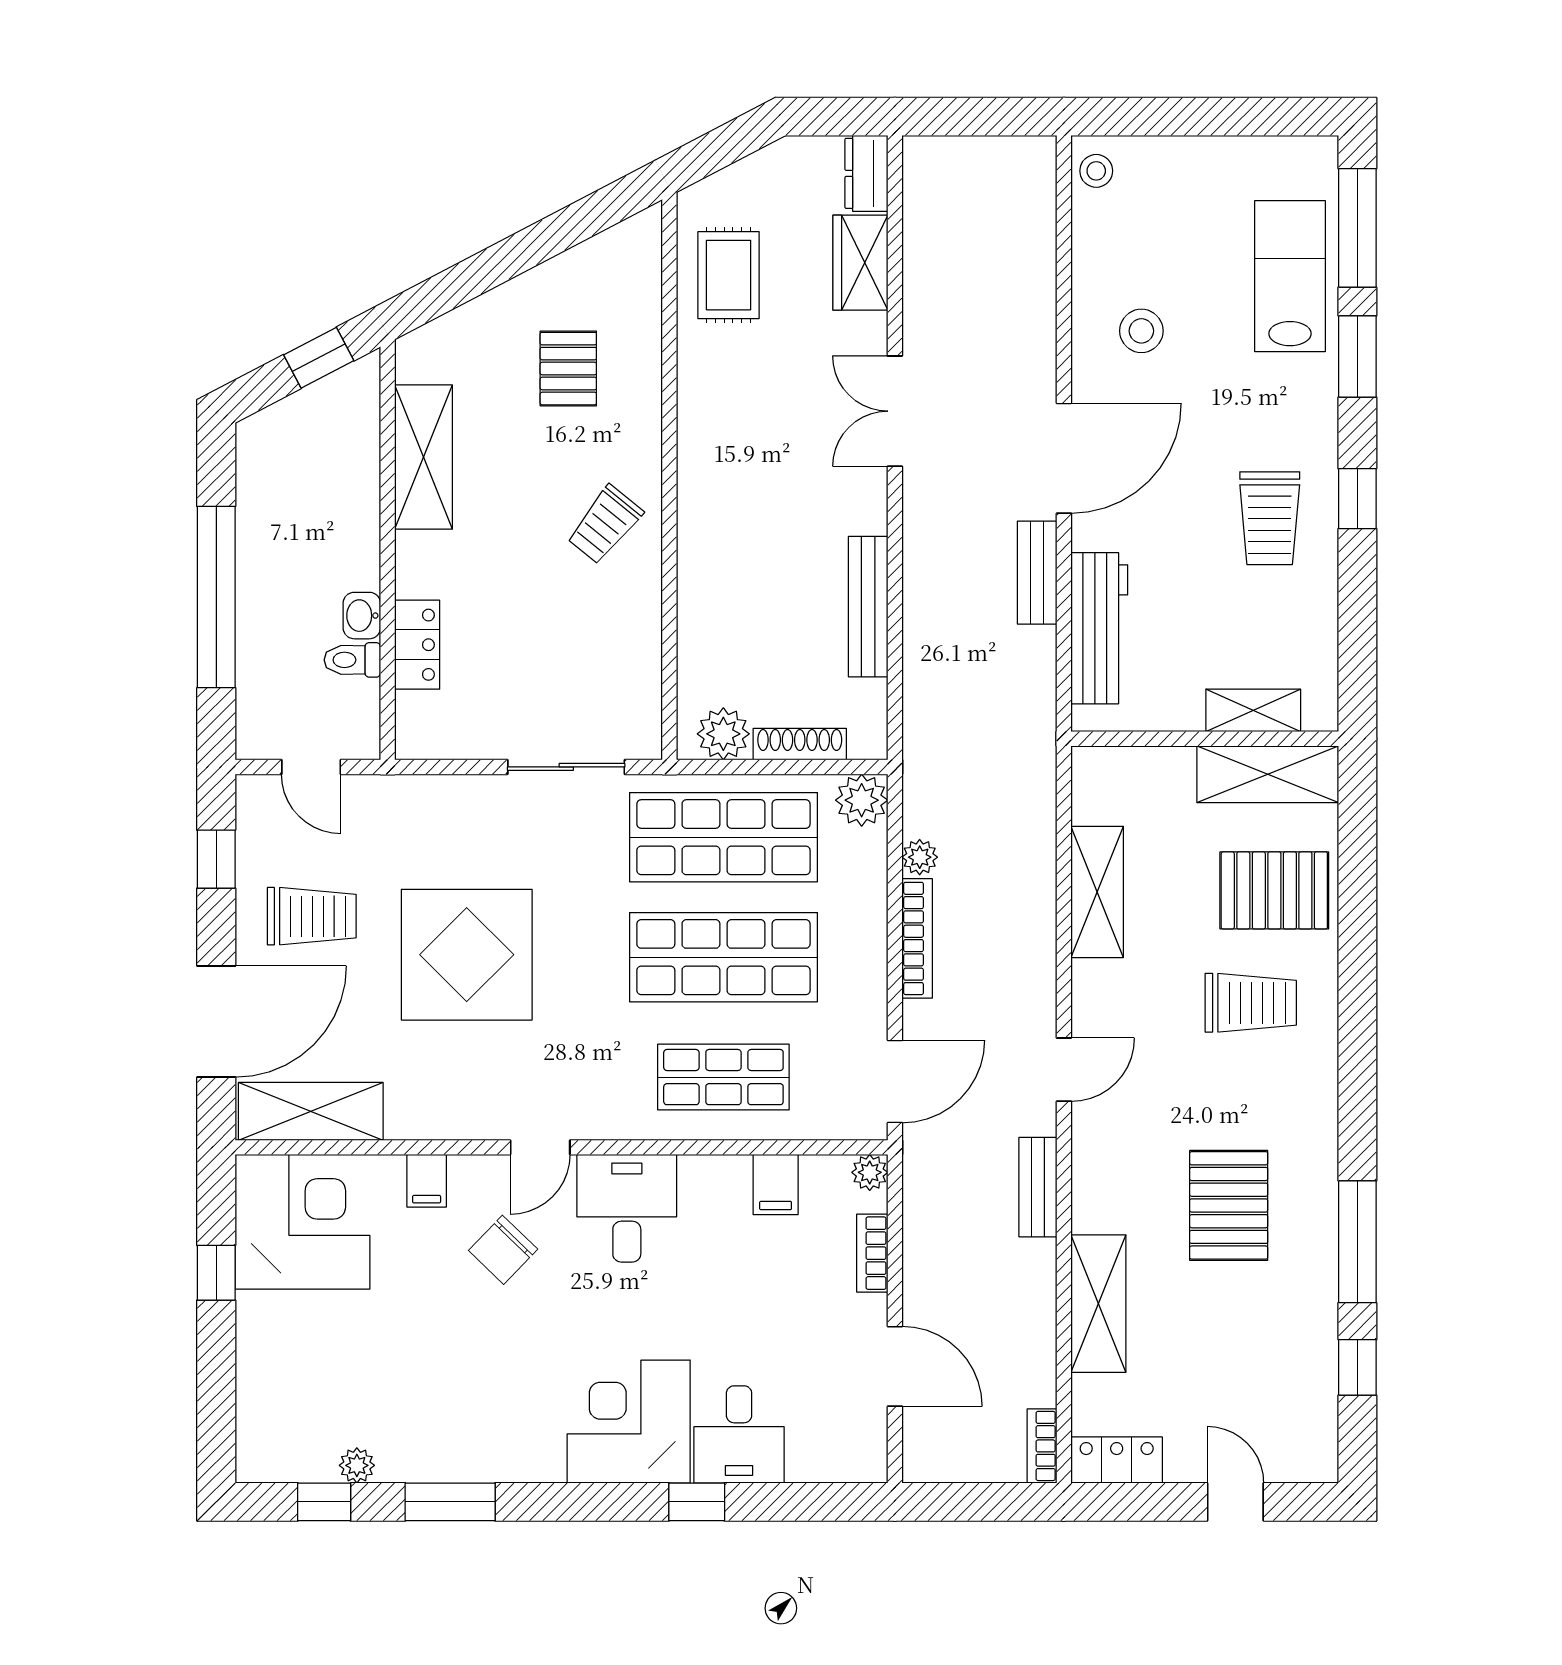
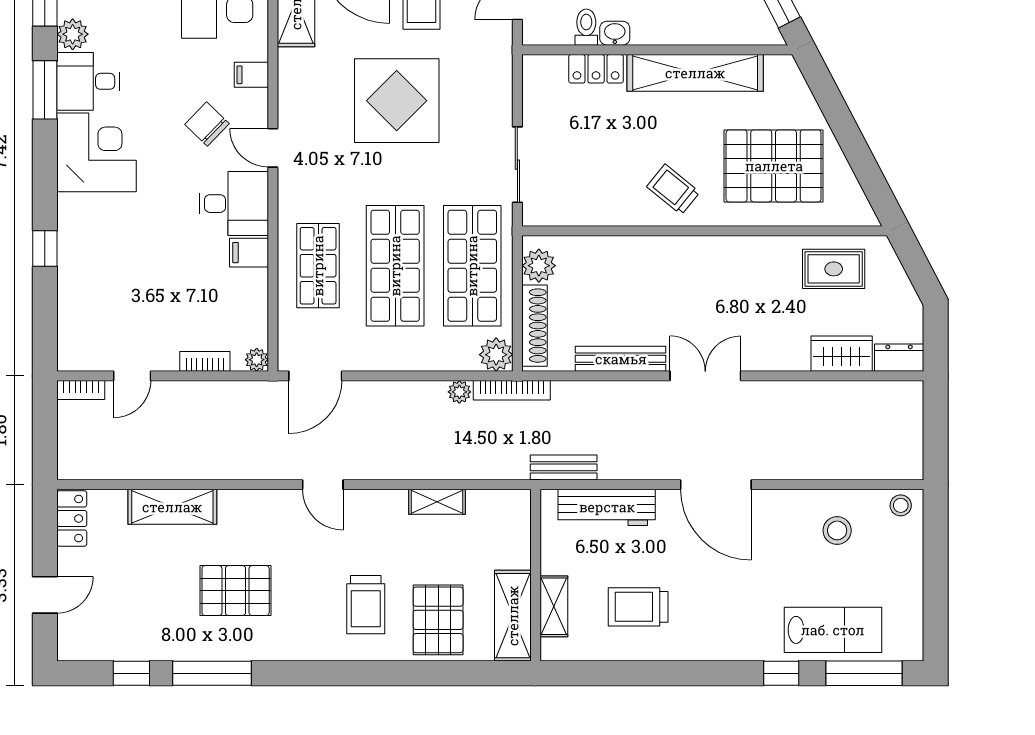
stool: (1141, 331) -> (837, 530), moved
window: (1357, 357) -> (781, 673), width x0.67
pallet: (568, 369) -> (774, 166), width x2.05, depth x2.00
double door: (895, 411) -> (705, 376), moved
shelving: (424, 457) -> (695, 73), width x1.47
window: (1357, 499) -> (690, 673), removed
trolley: (1270, 518) -> (638, 607), moved
bench: (1037, 573) -> (564, 467), moved
shoe rack: (800, 744) -> (535, 326), width x1.36, depth x1.24
shelving: (1097, 892) -> (437, 502), width x0.67, depth x0.75
bookcase: (917, 938) -> (512, 390), moved
door: (895, 1081) -> (315, 376), hinge flipped
filing cabinet: (776, 1184) -> (249, 253), moved
bench: (1038, 1187) -> (247, 468), removed
door: (895, 1366) -> (132, 376), width x0.73
corner desk: (629, 1422) -> (96, 152), moved
desk: (739, 1434) -> (88, 81), moved
bookcase: (1042, 1446) -> (81, 390), moved, turned 180
plant: (357, 1465) -> (73, 34), width x1.38, depth x1.38

